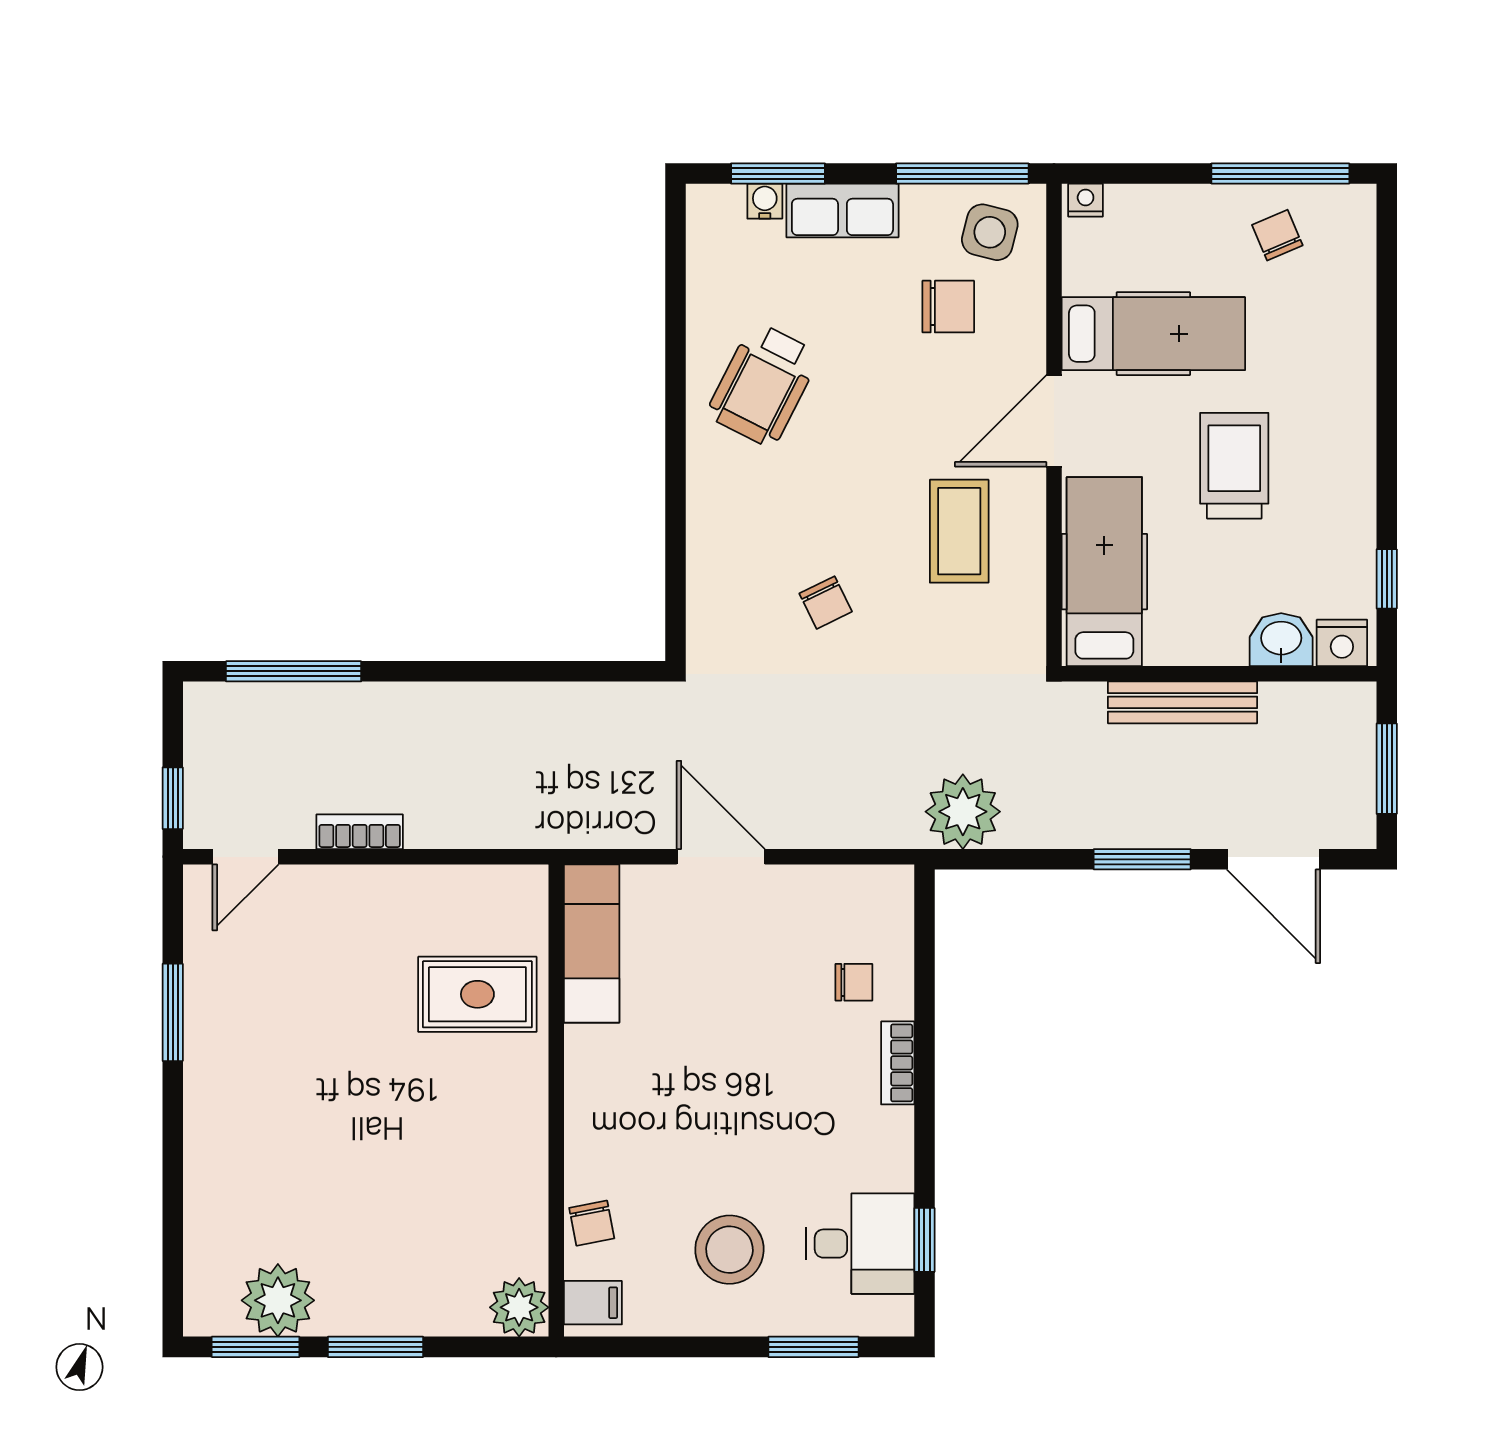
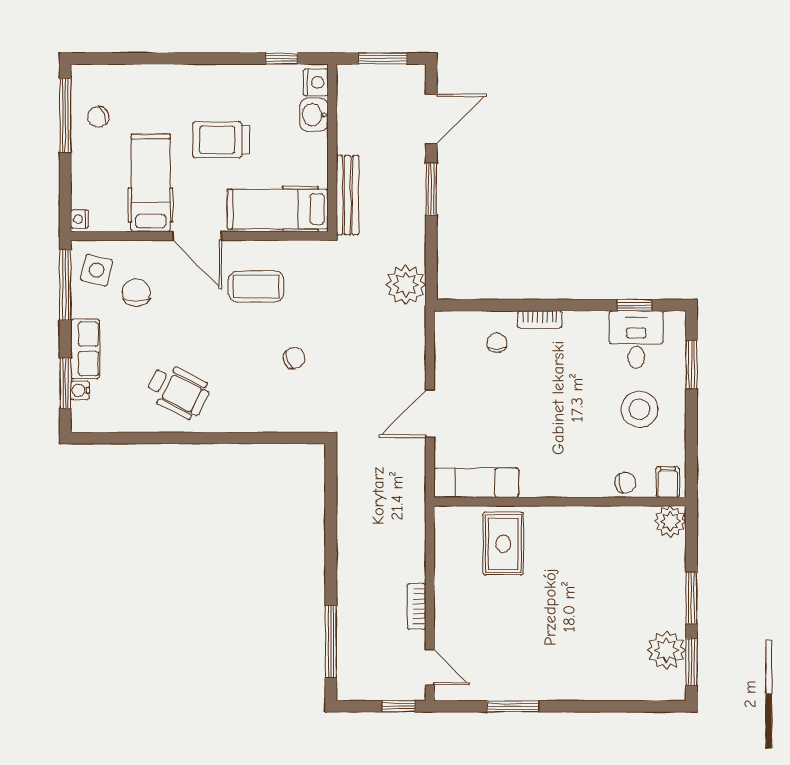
bench: (1183, 702) -> (347, 195), moved

